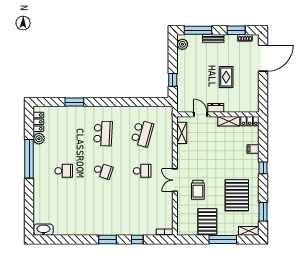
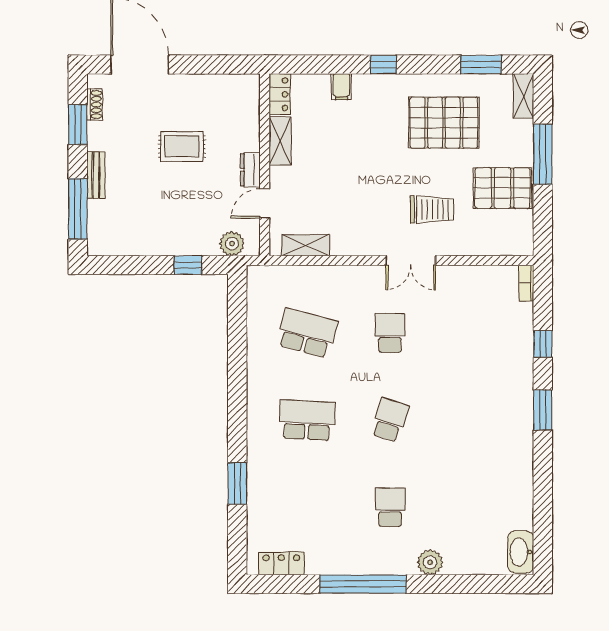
plant: (182, 44) -> (232, 244), moved
plant: (39, 139) -> (430, 562), moved

